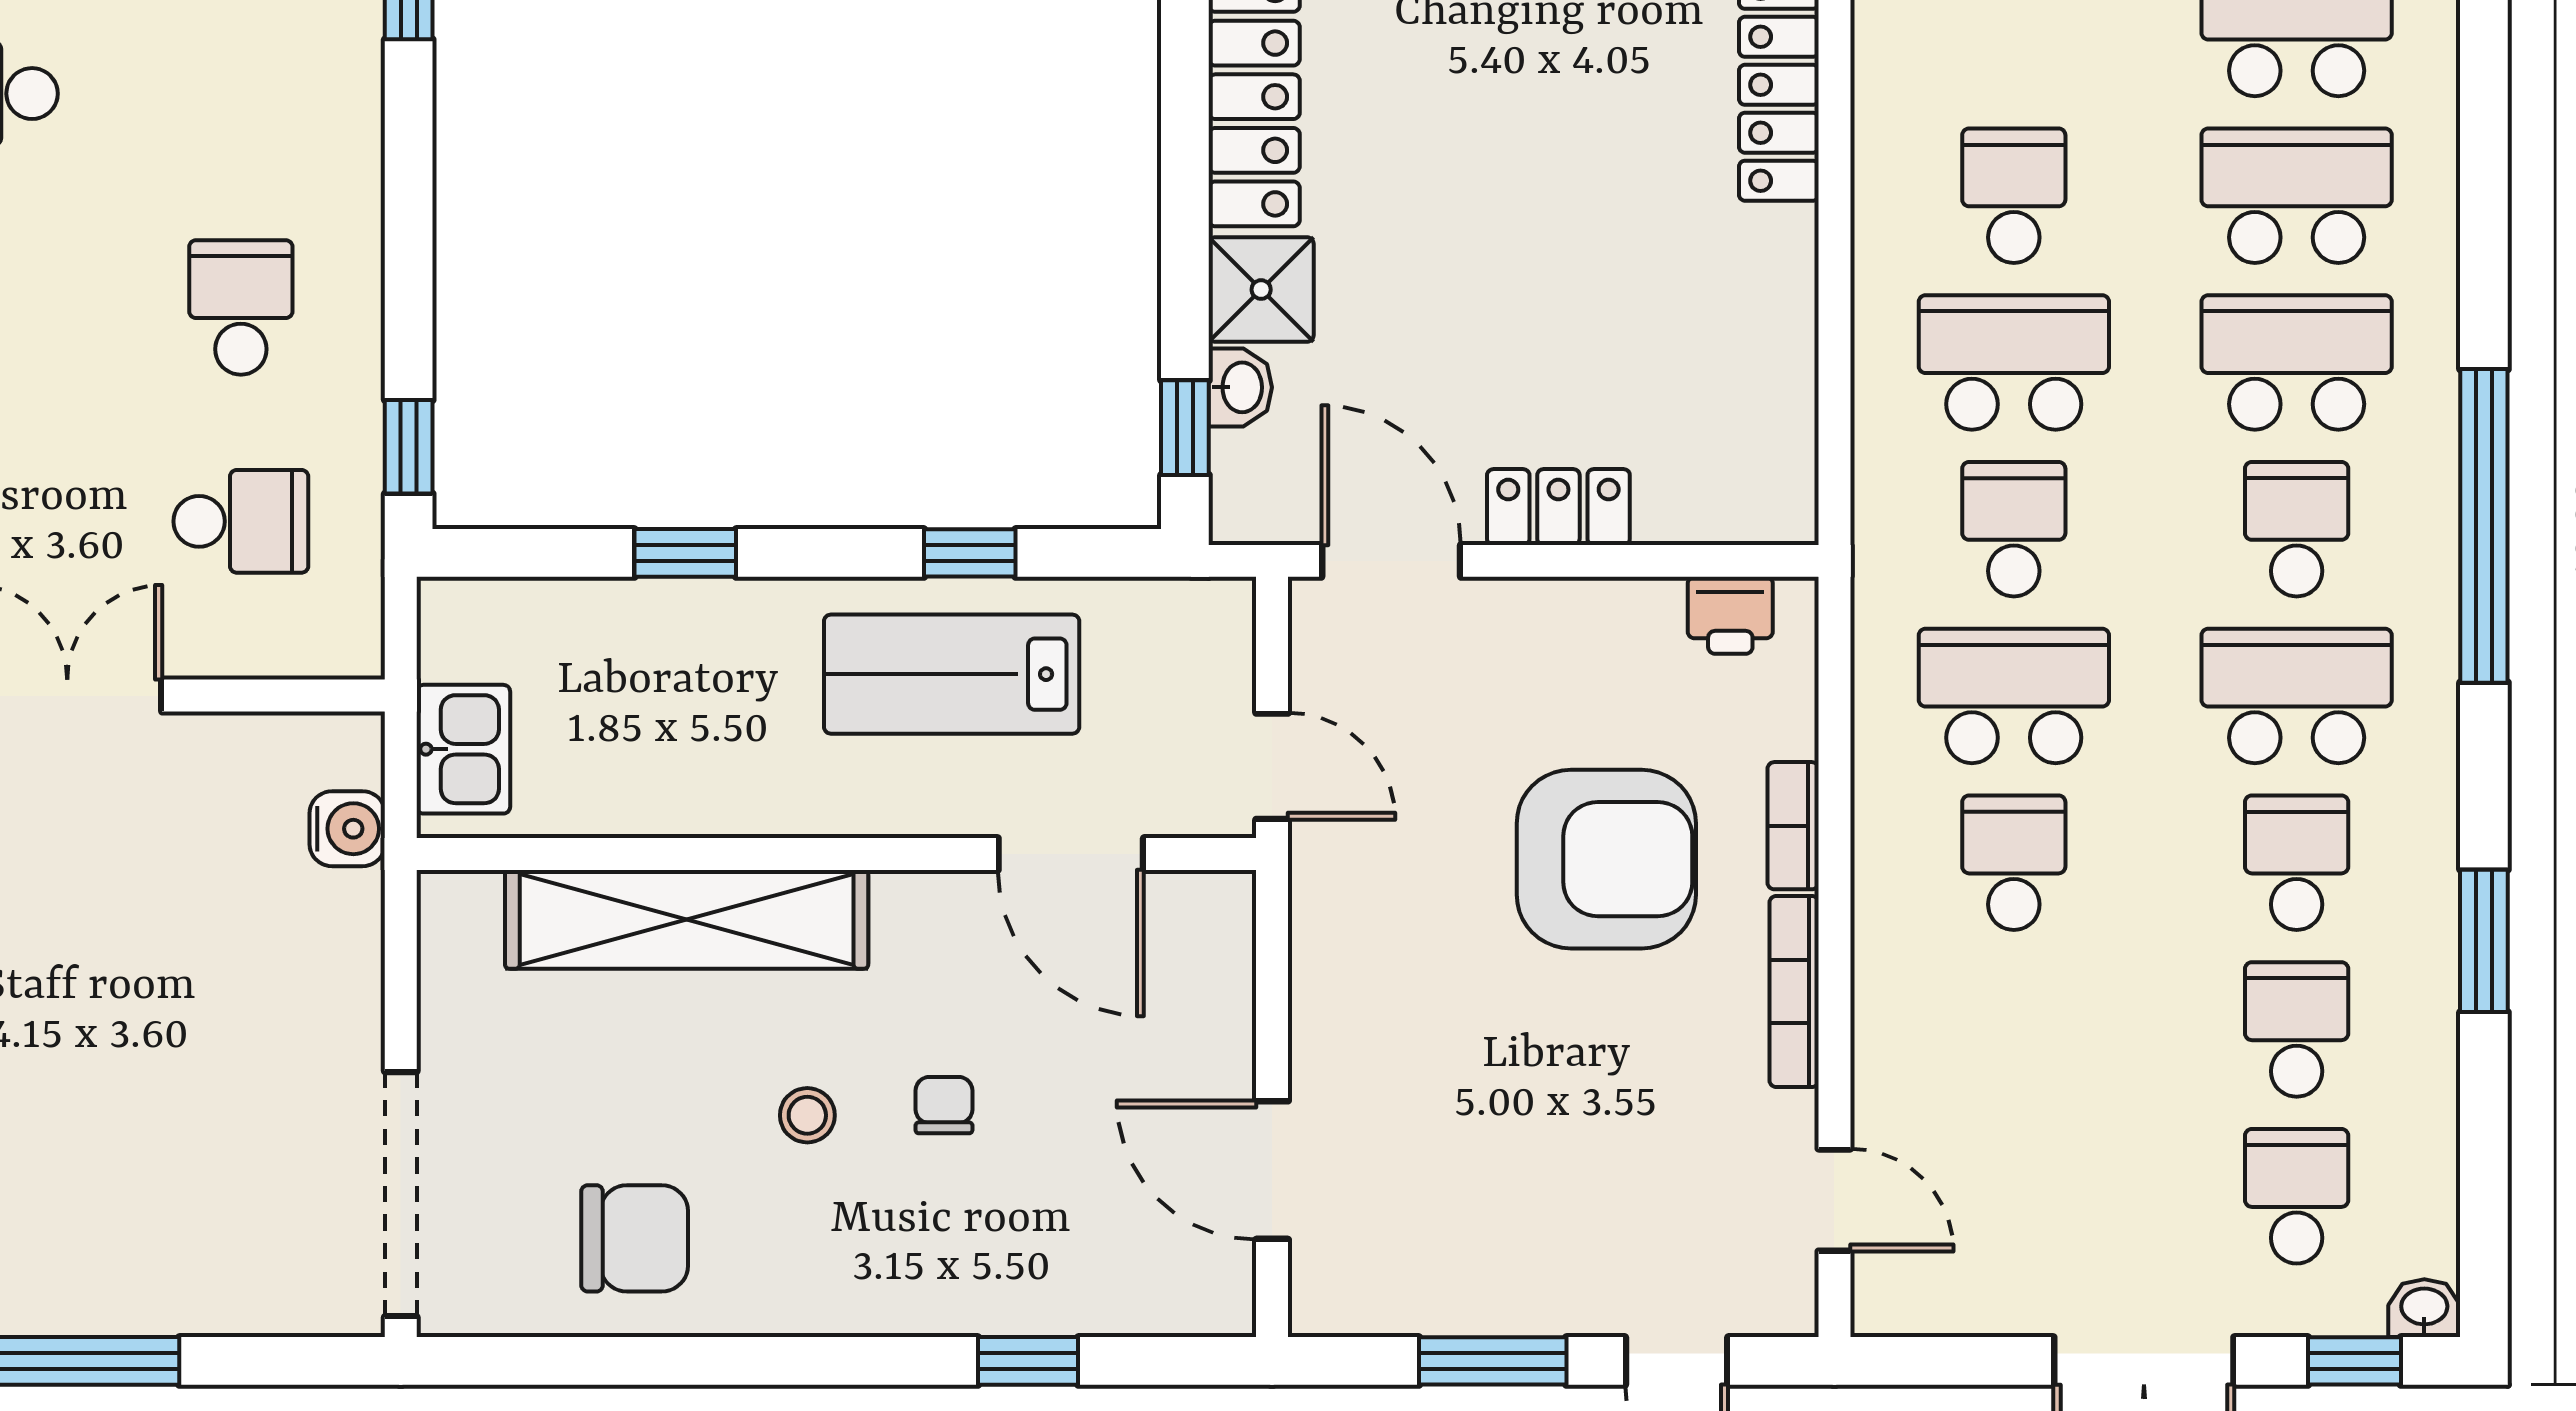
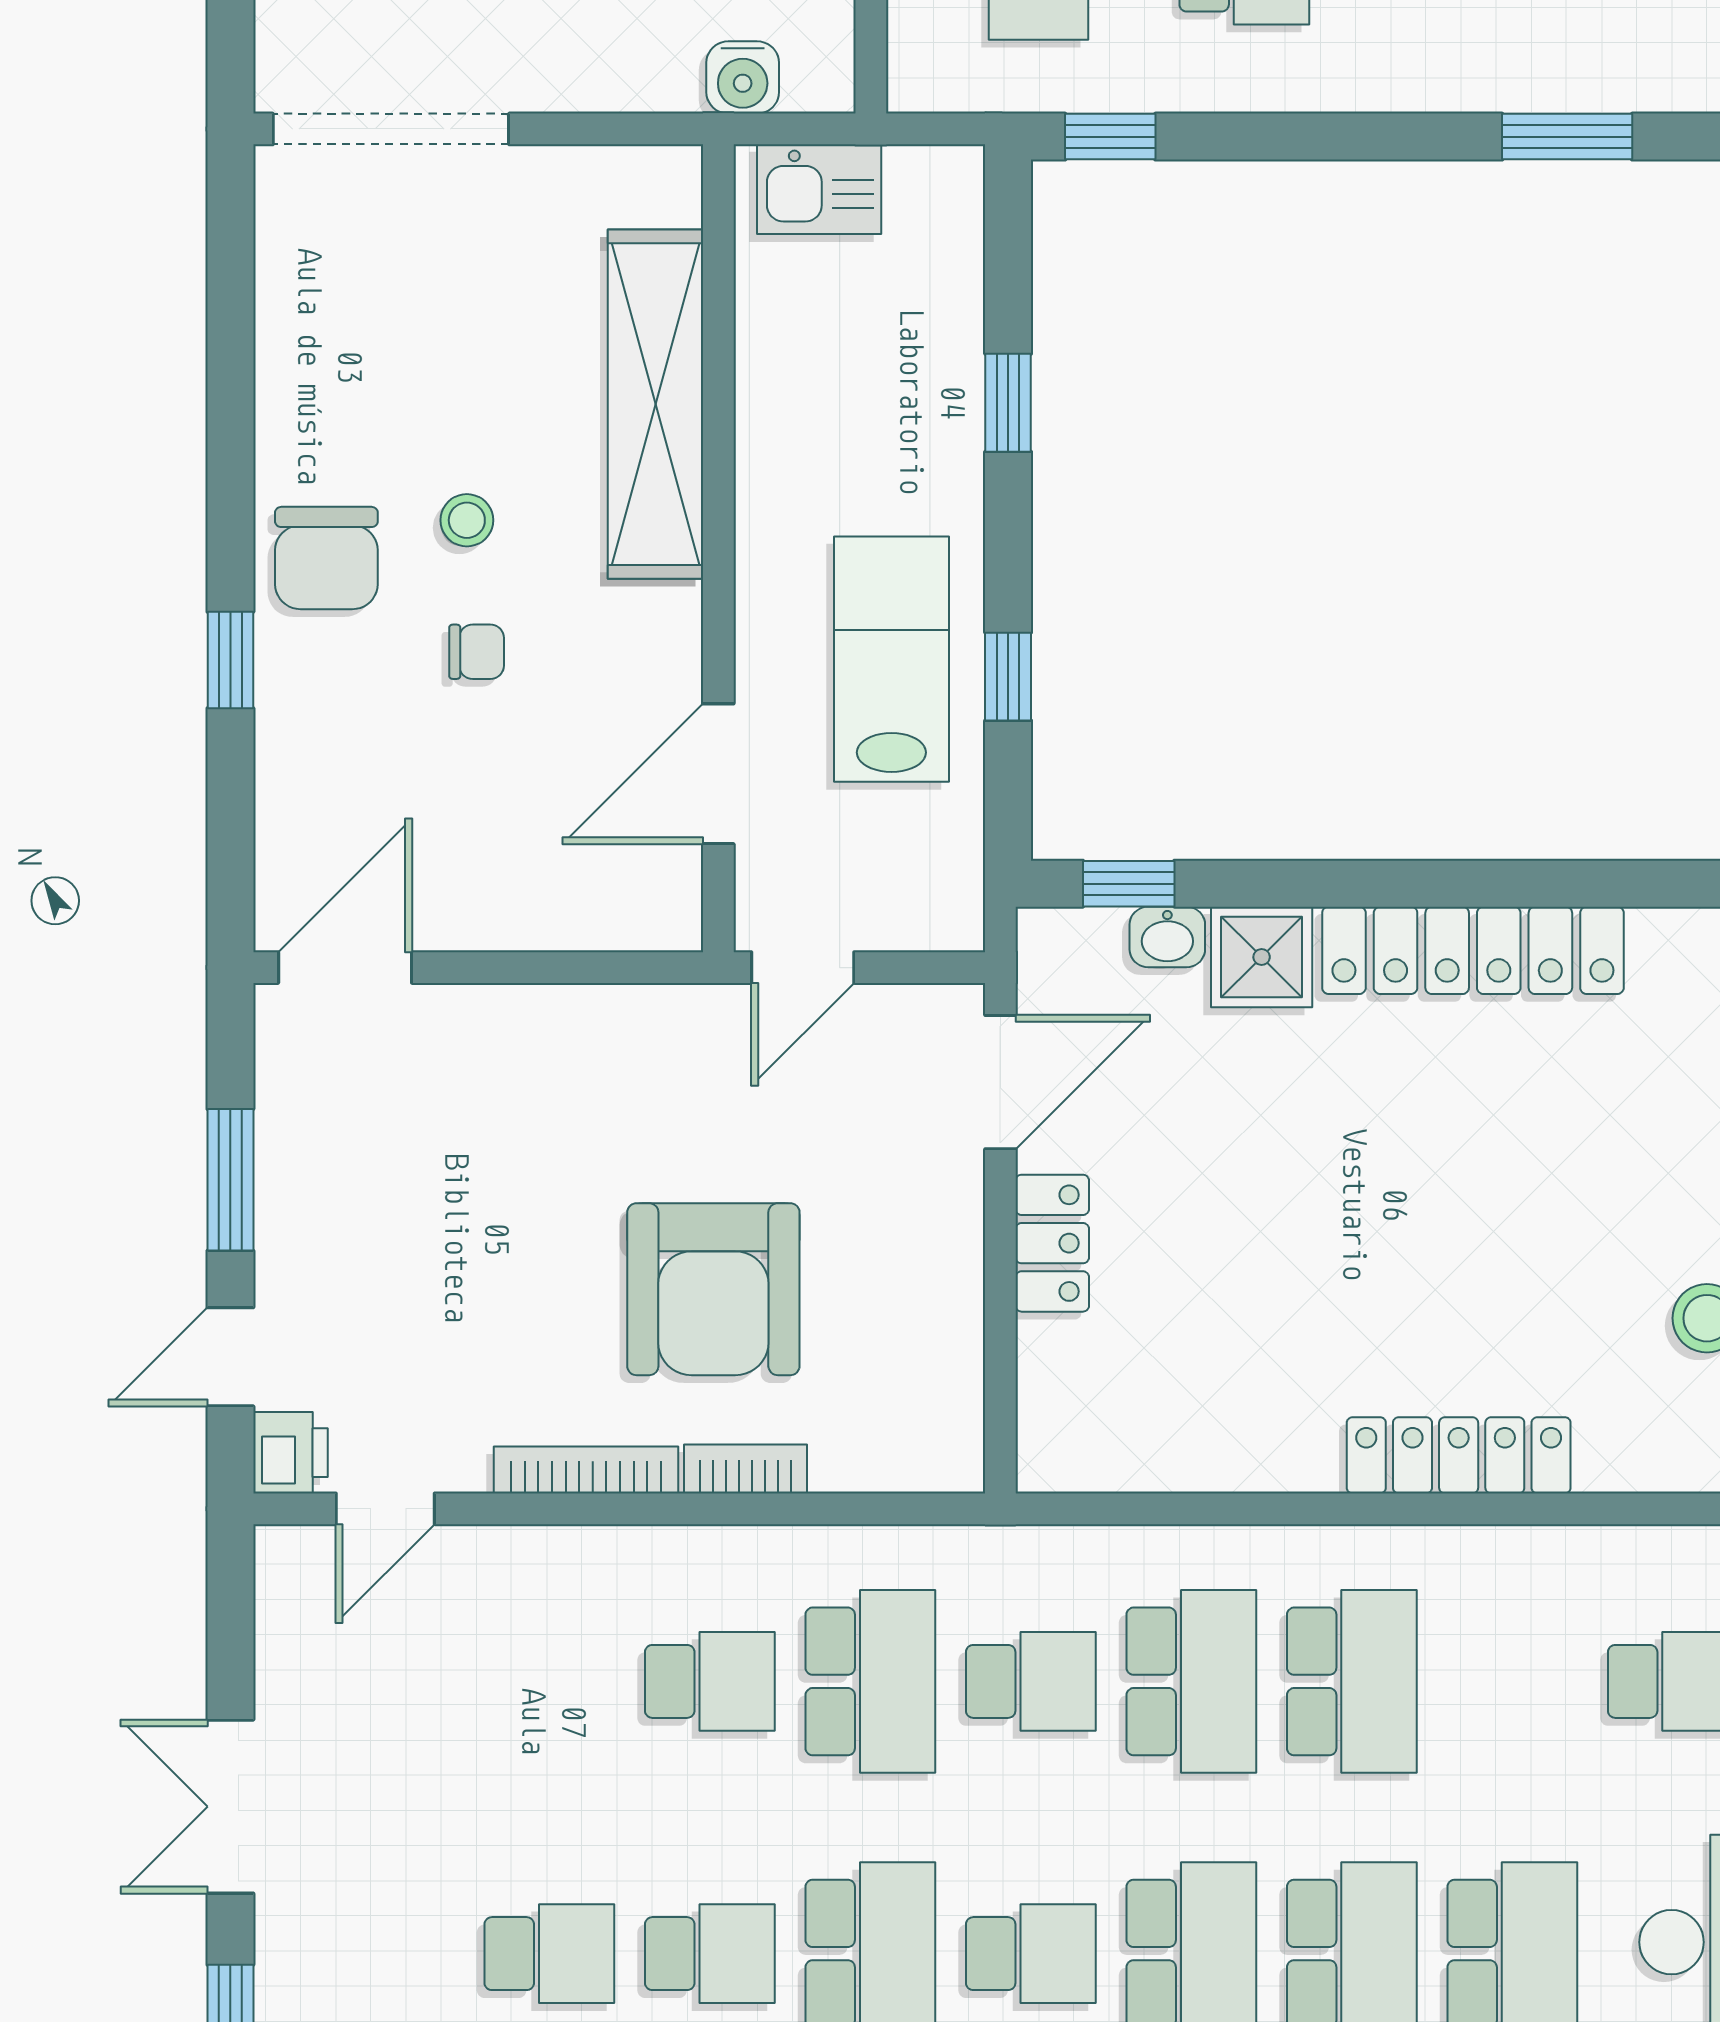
school desk: (2014, 196) -> (1352, 1681), width x1.85
printer: (1730, 615) -> (290, 1453), moved, turned 180
door: (1272, 1170) -> (345, 968), moved
school desk: (2297, 1196) -> (389, 1954), removed
chair: (635, 1238) -> (326, 558), moved
window: (1028, 1361) -> (230, 660), moved

